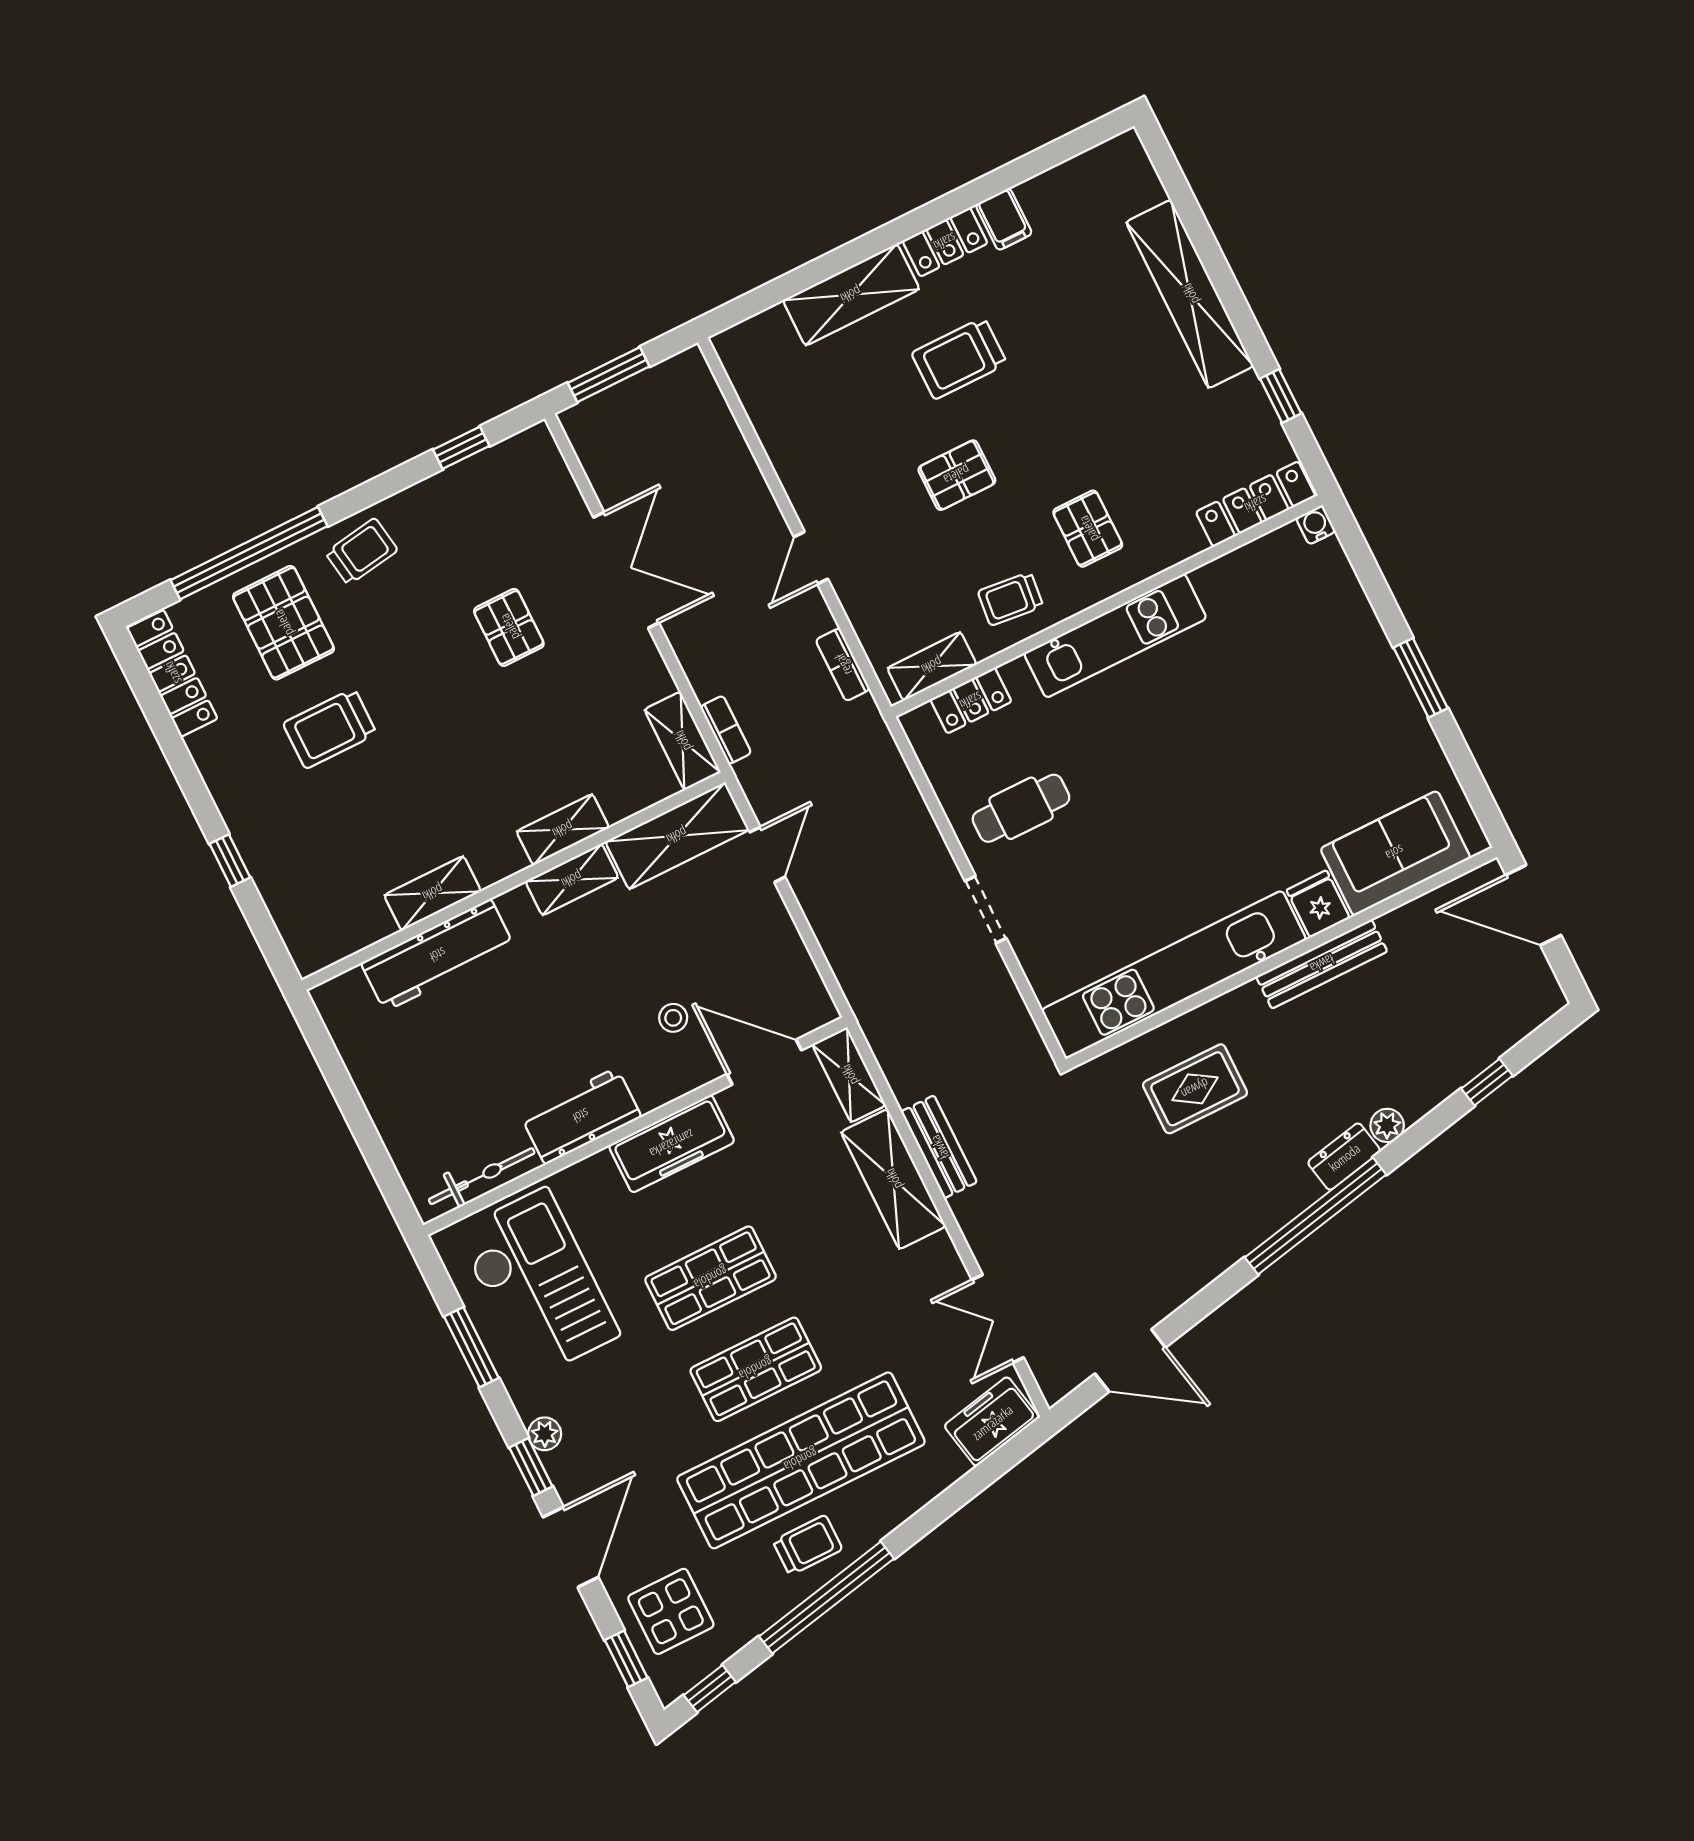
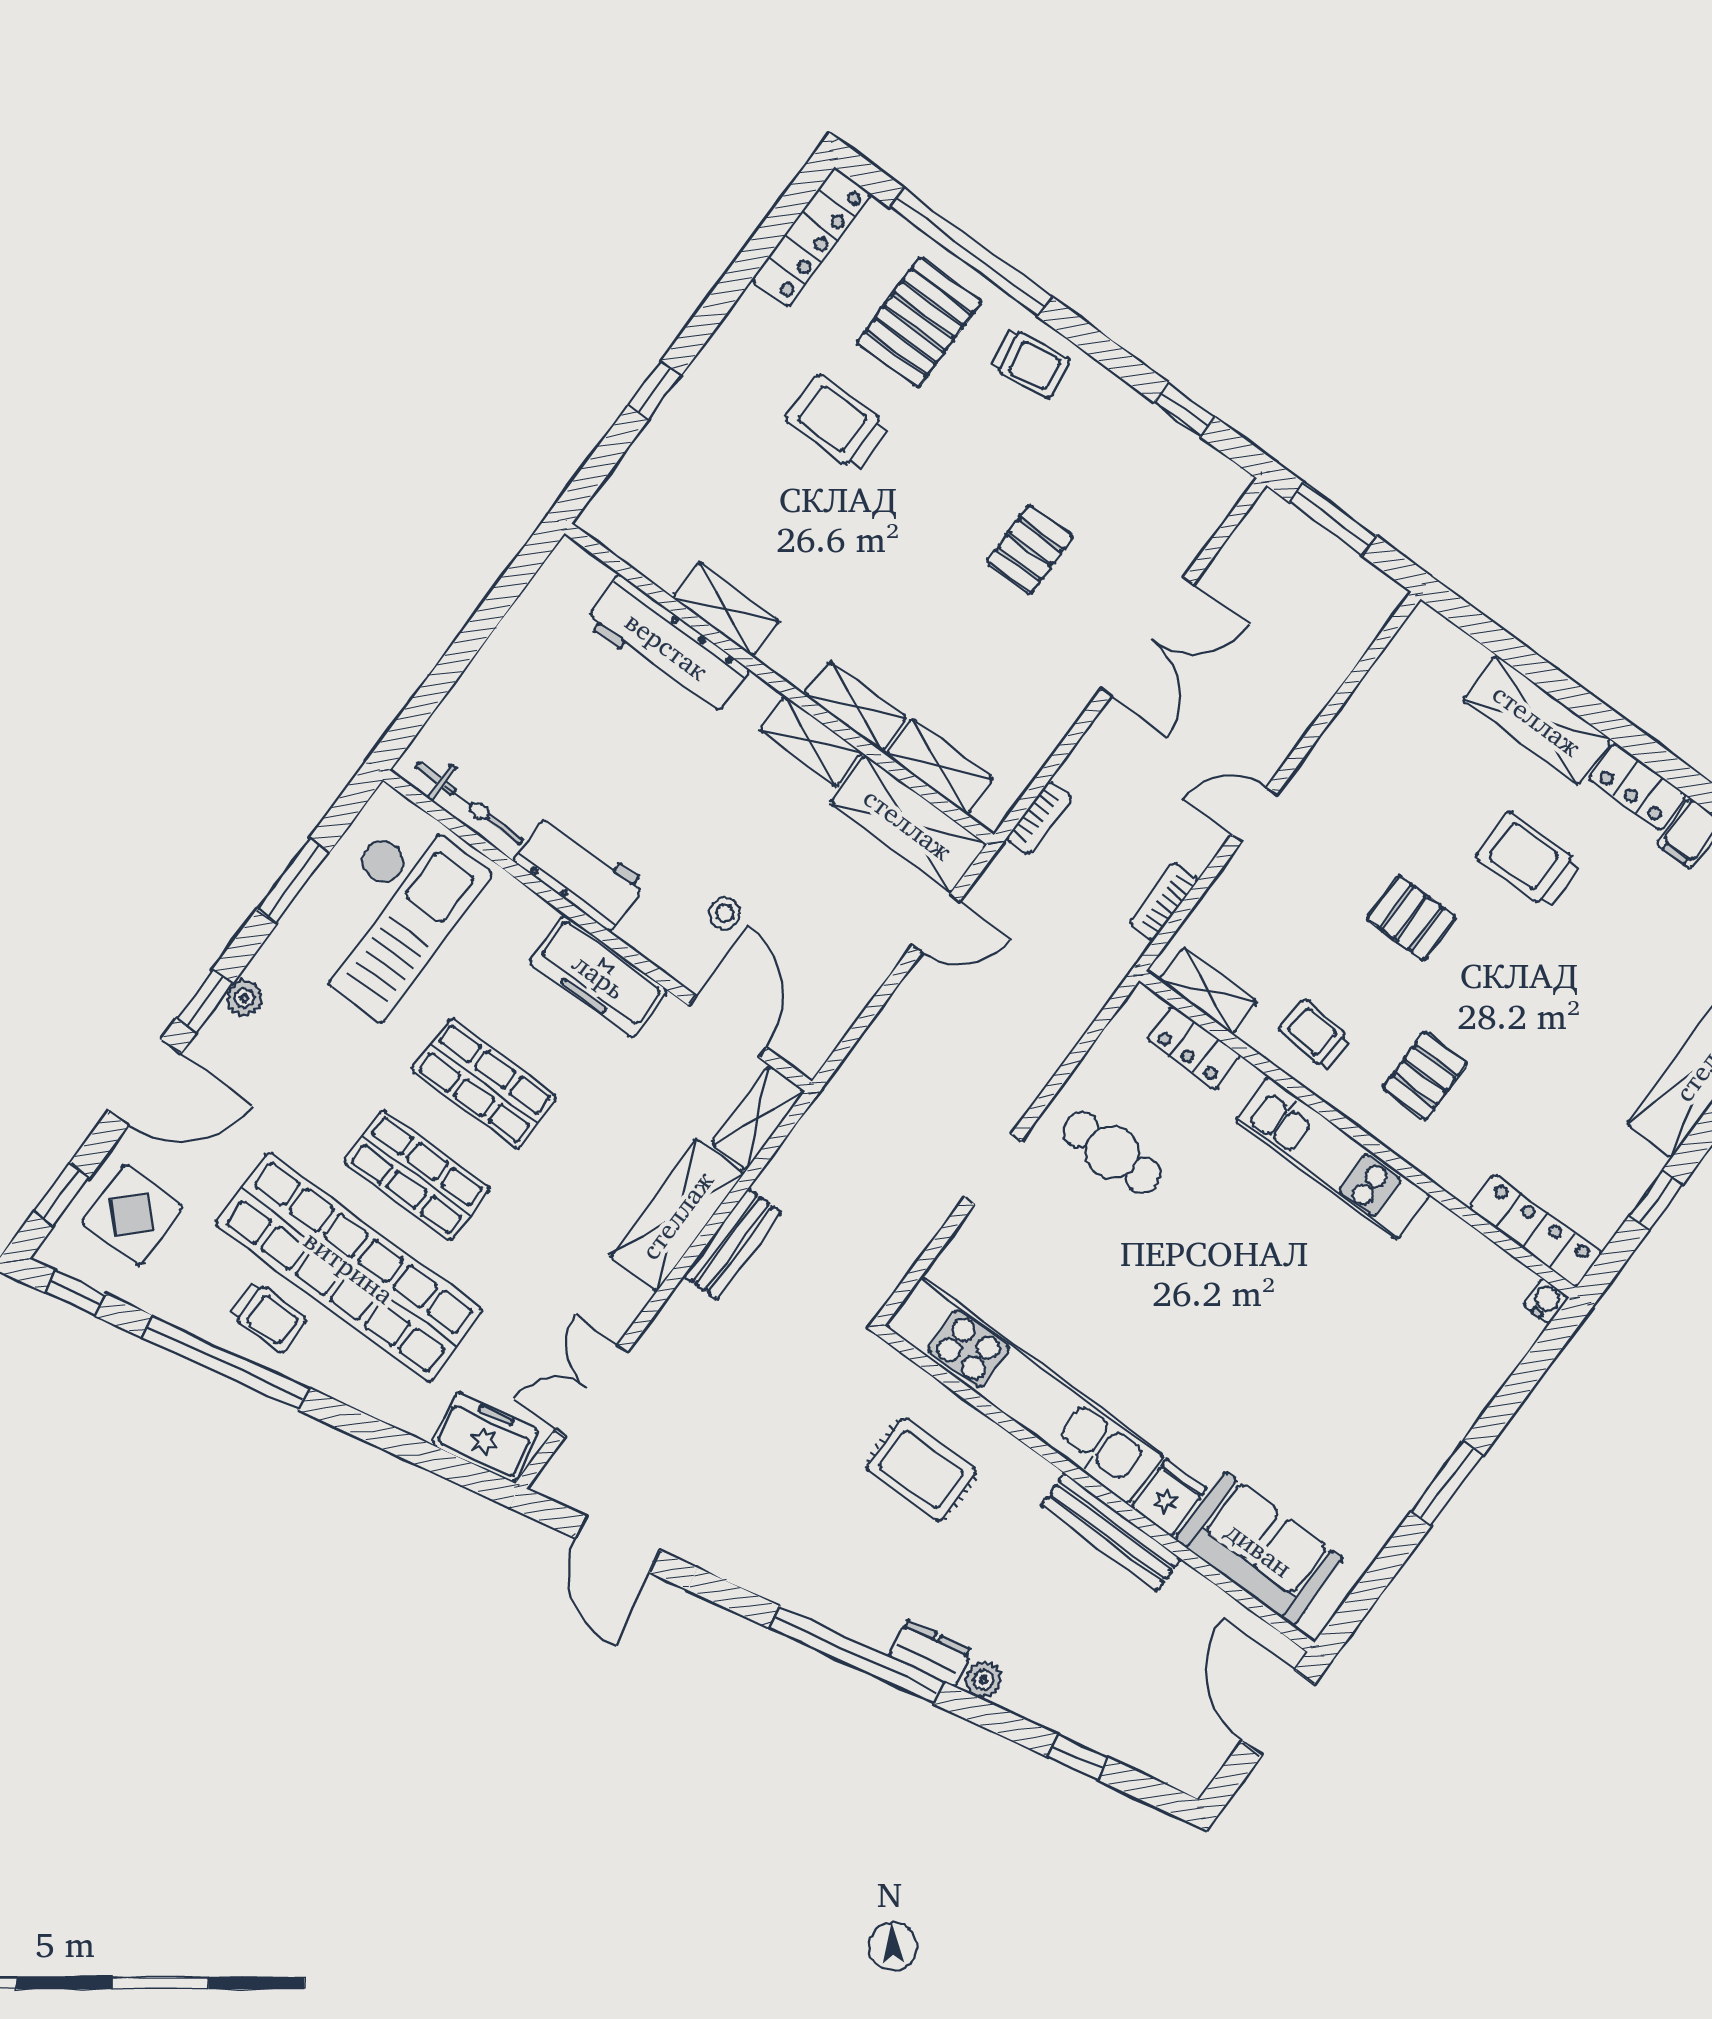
shelving: (682, 741) -> (940, 766), moved, turned 90

